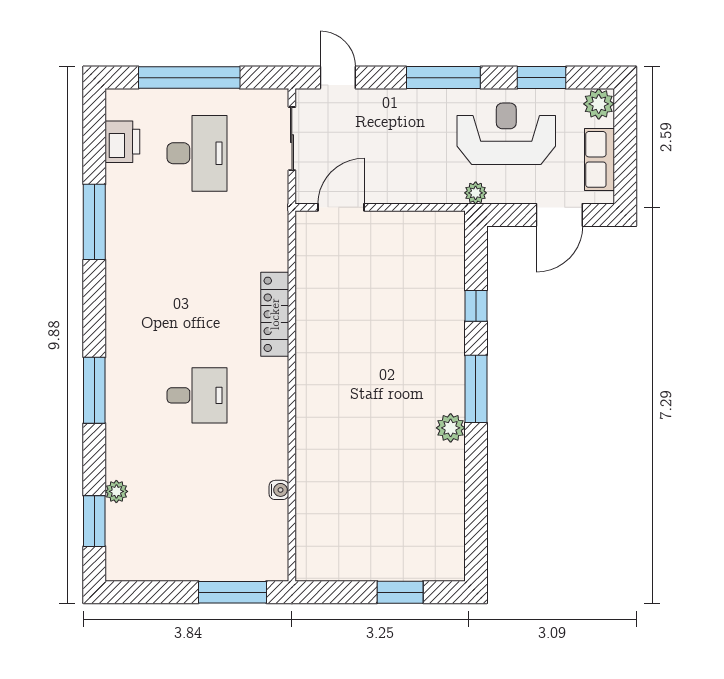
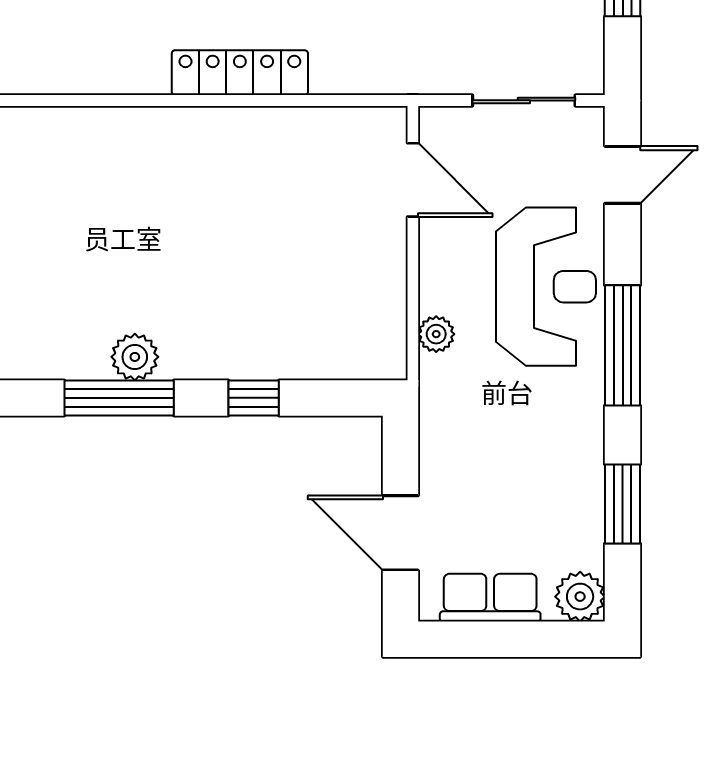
reception desk: (506, 134) -> (546, 287), moved
plant: (476, 193) -> (436, 334), moved
plant: (451, 428) -> (135, 357), moved

